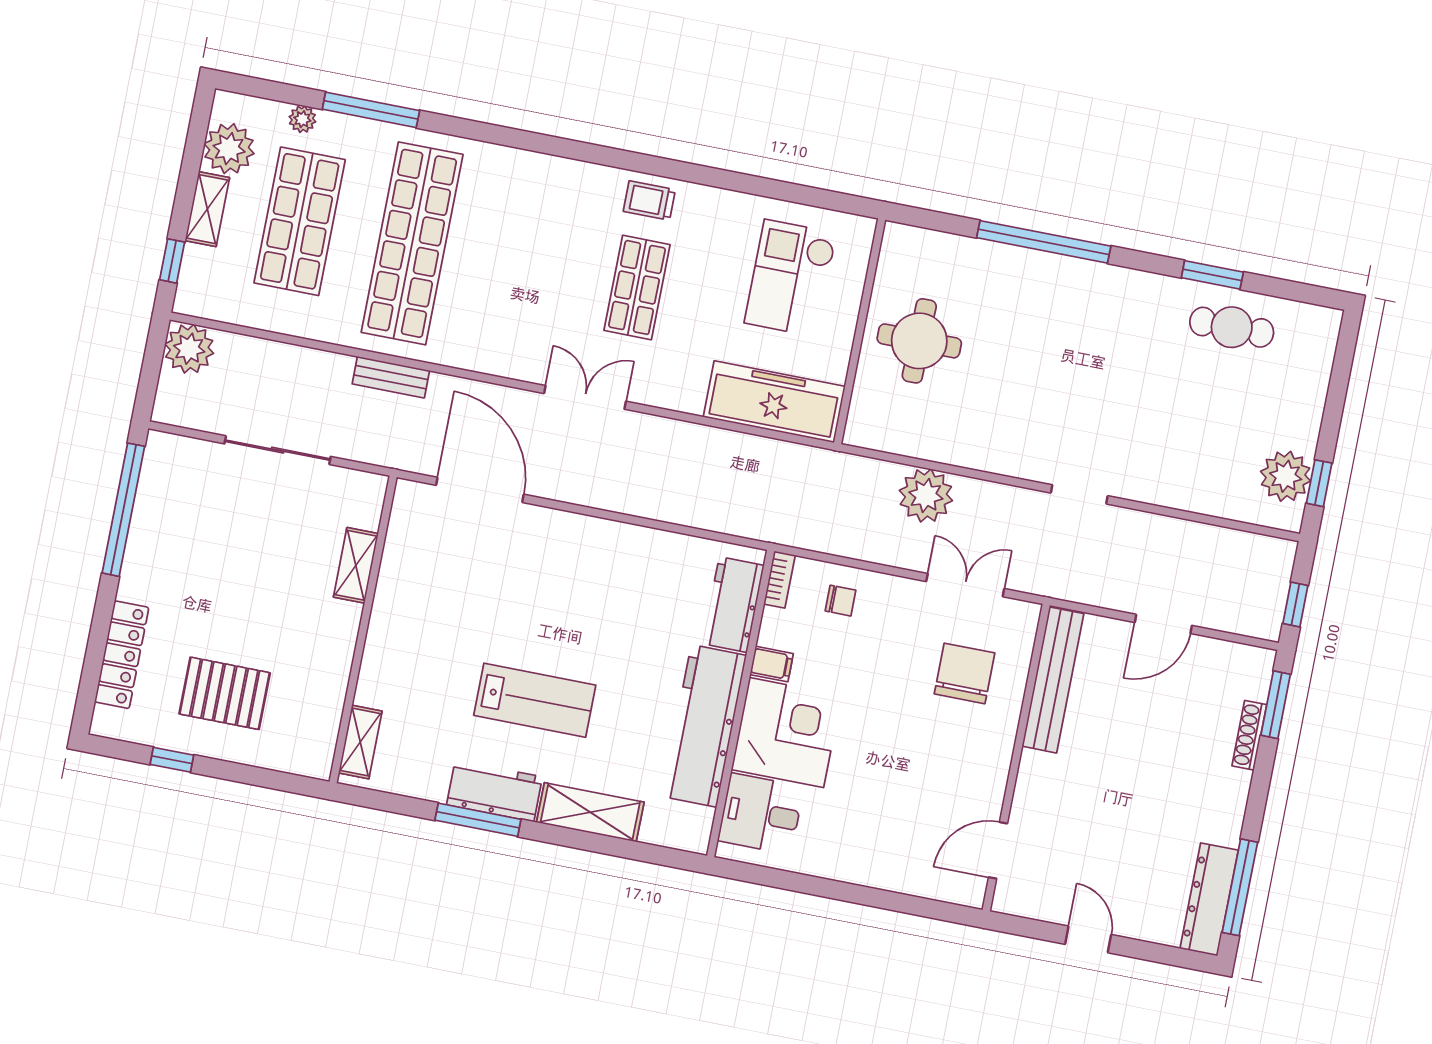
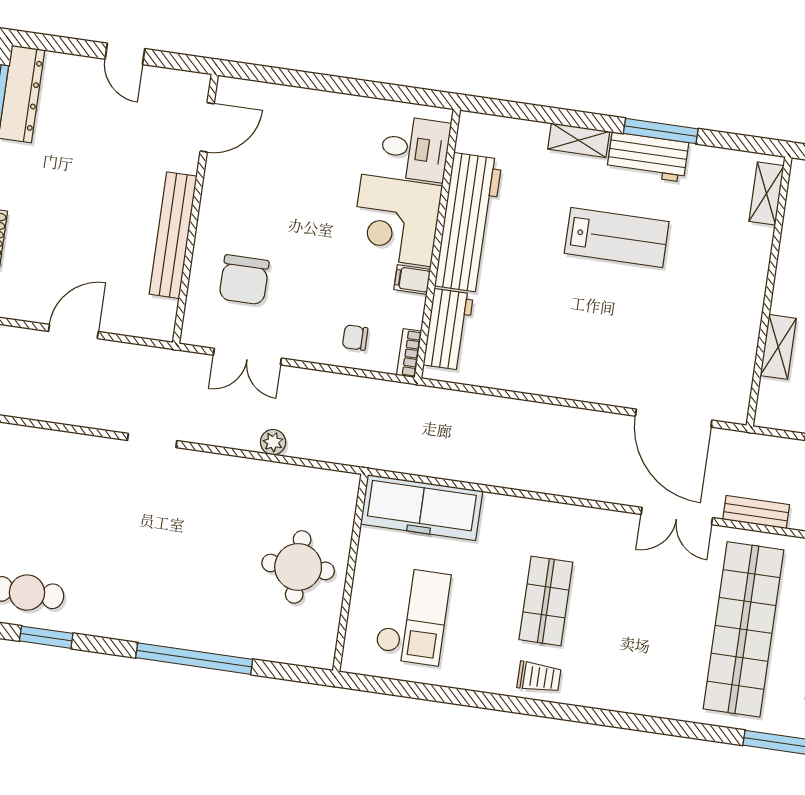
double door: (585, 397) -> (677, 516), moved
plant: (926, 496) -> (273, 442), width x0.53, depth x0.53
bench: (1053, 680) -> (173, 235), moved
lab bench: (535, 700) -> (617, 237), turned 180
shelving: (590, 812) -> (579, 140), width x0.67, depth x0.75

